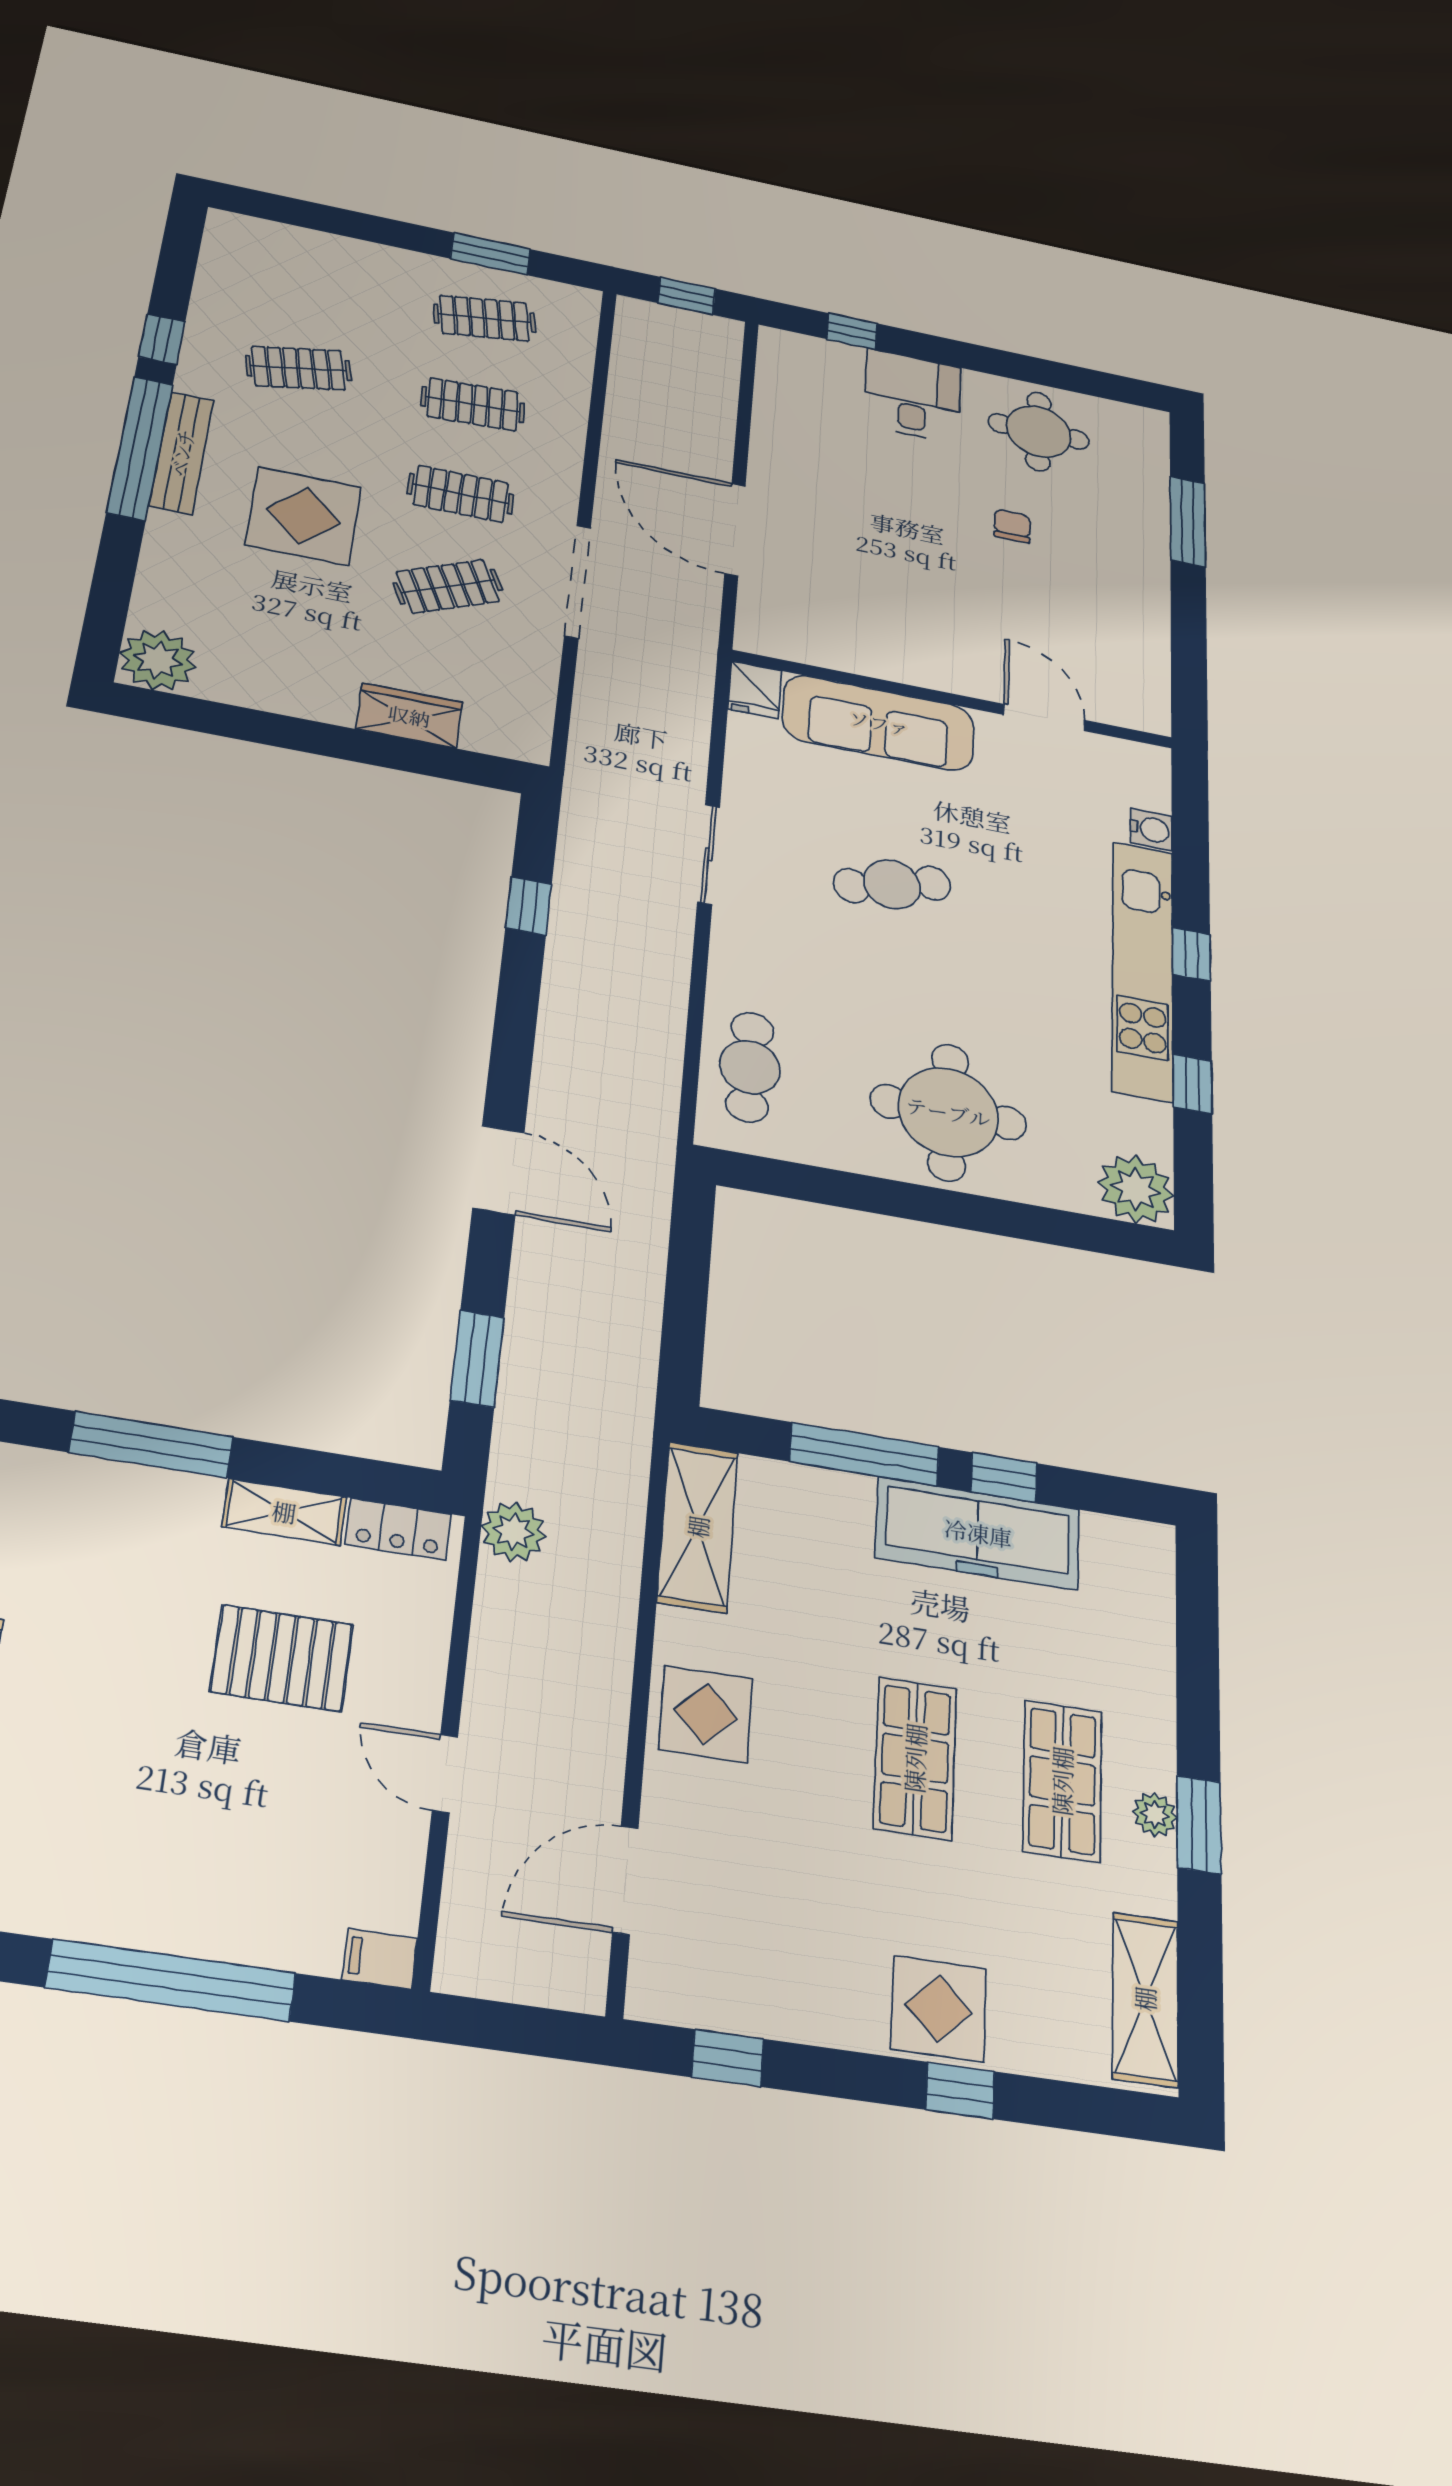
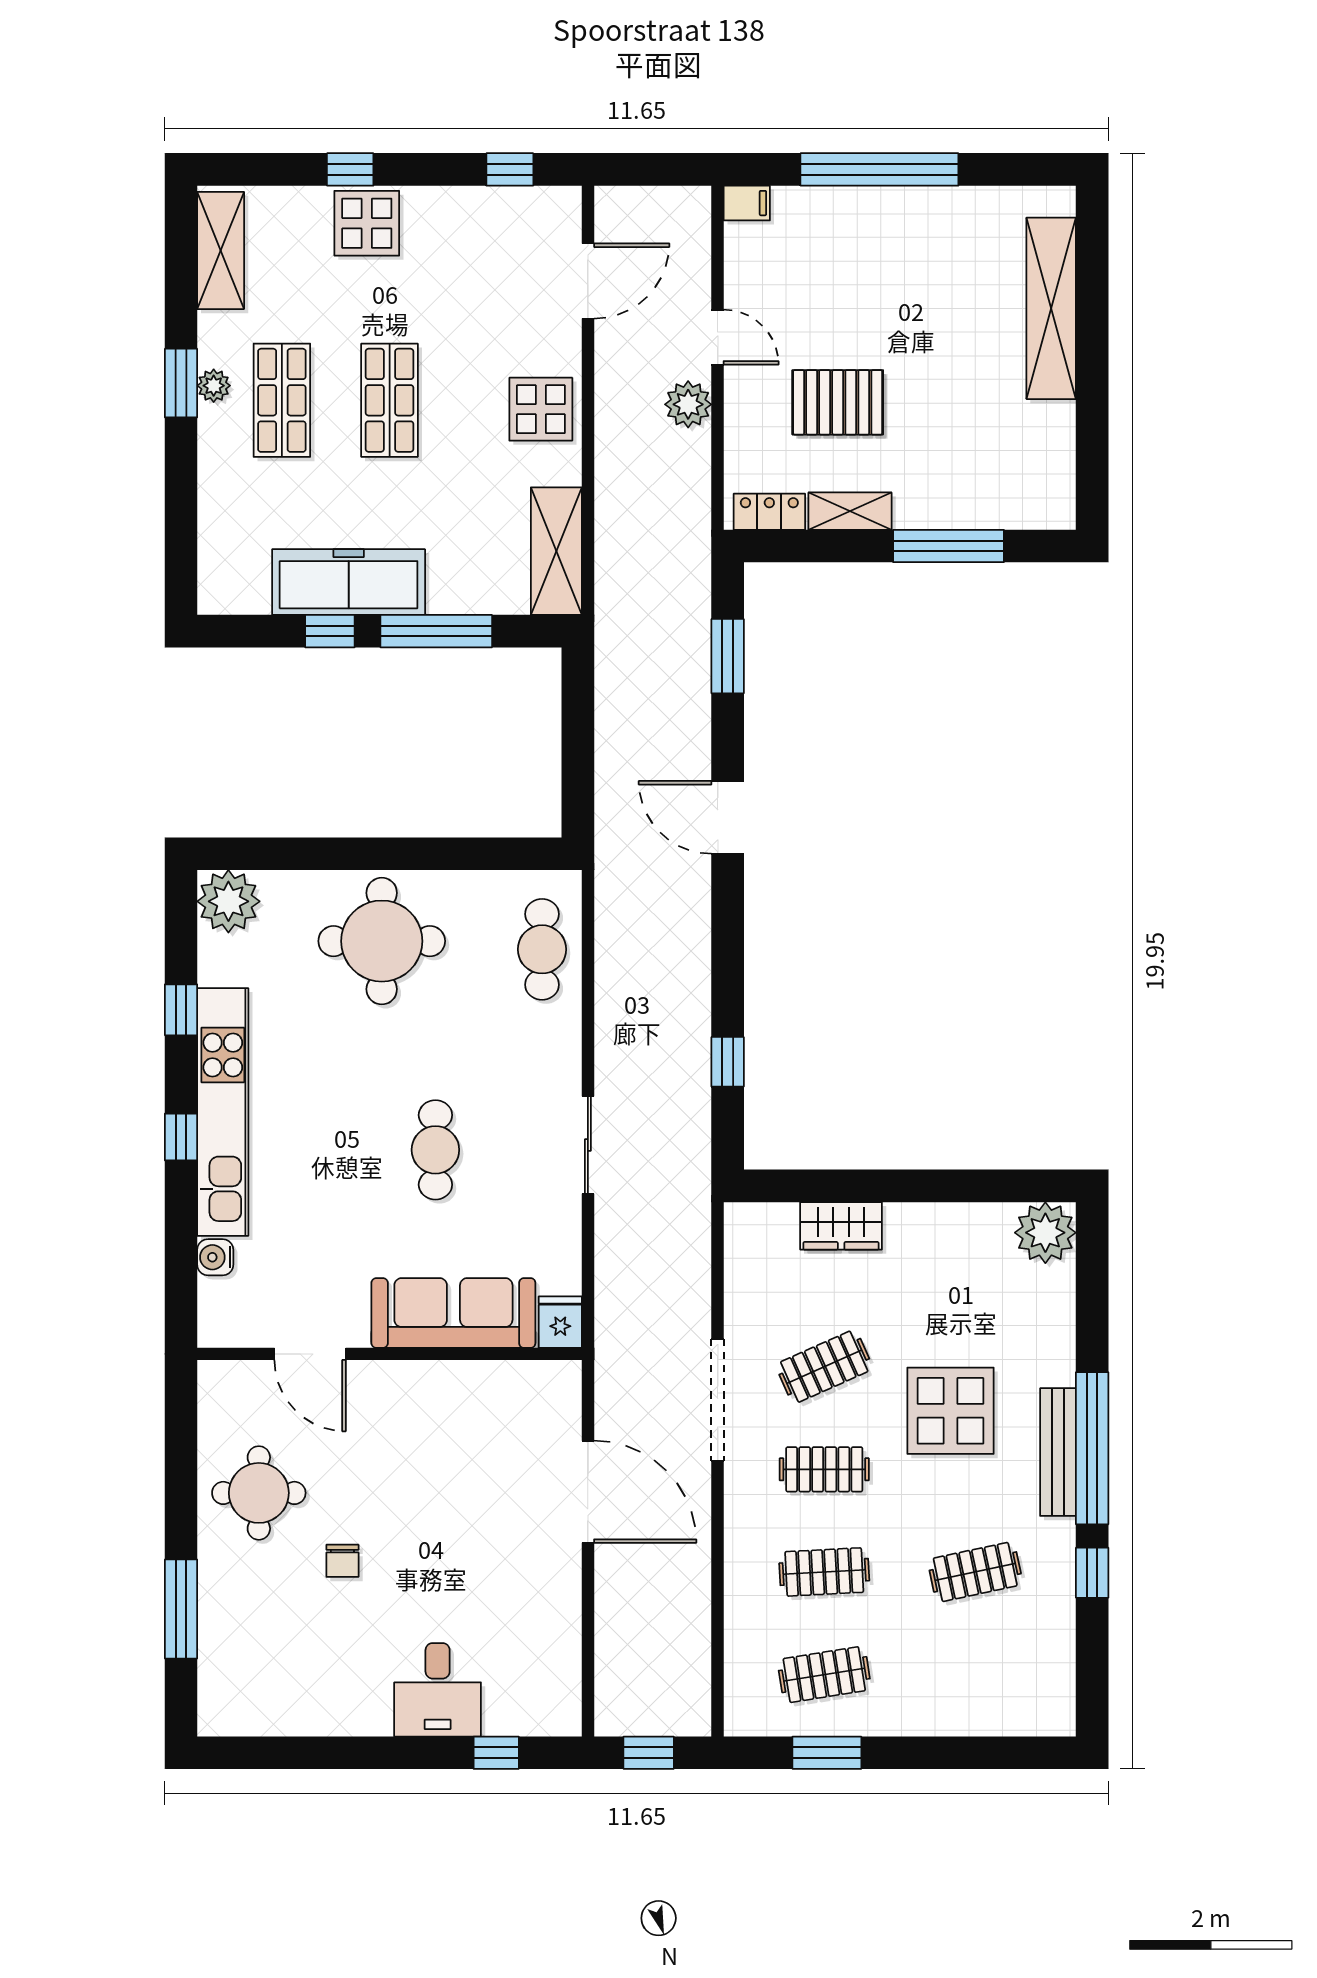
round table: (1038, 432) -> (259, 1493), moved
cafe table: (892, 884) -> (435, 1150), turned -75
plant: (513, 1532) -> (688, 404), moved

